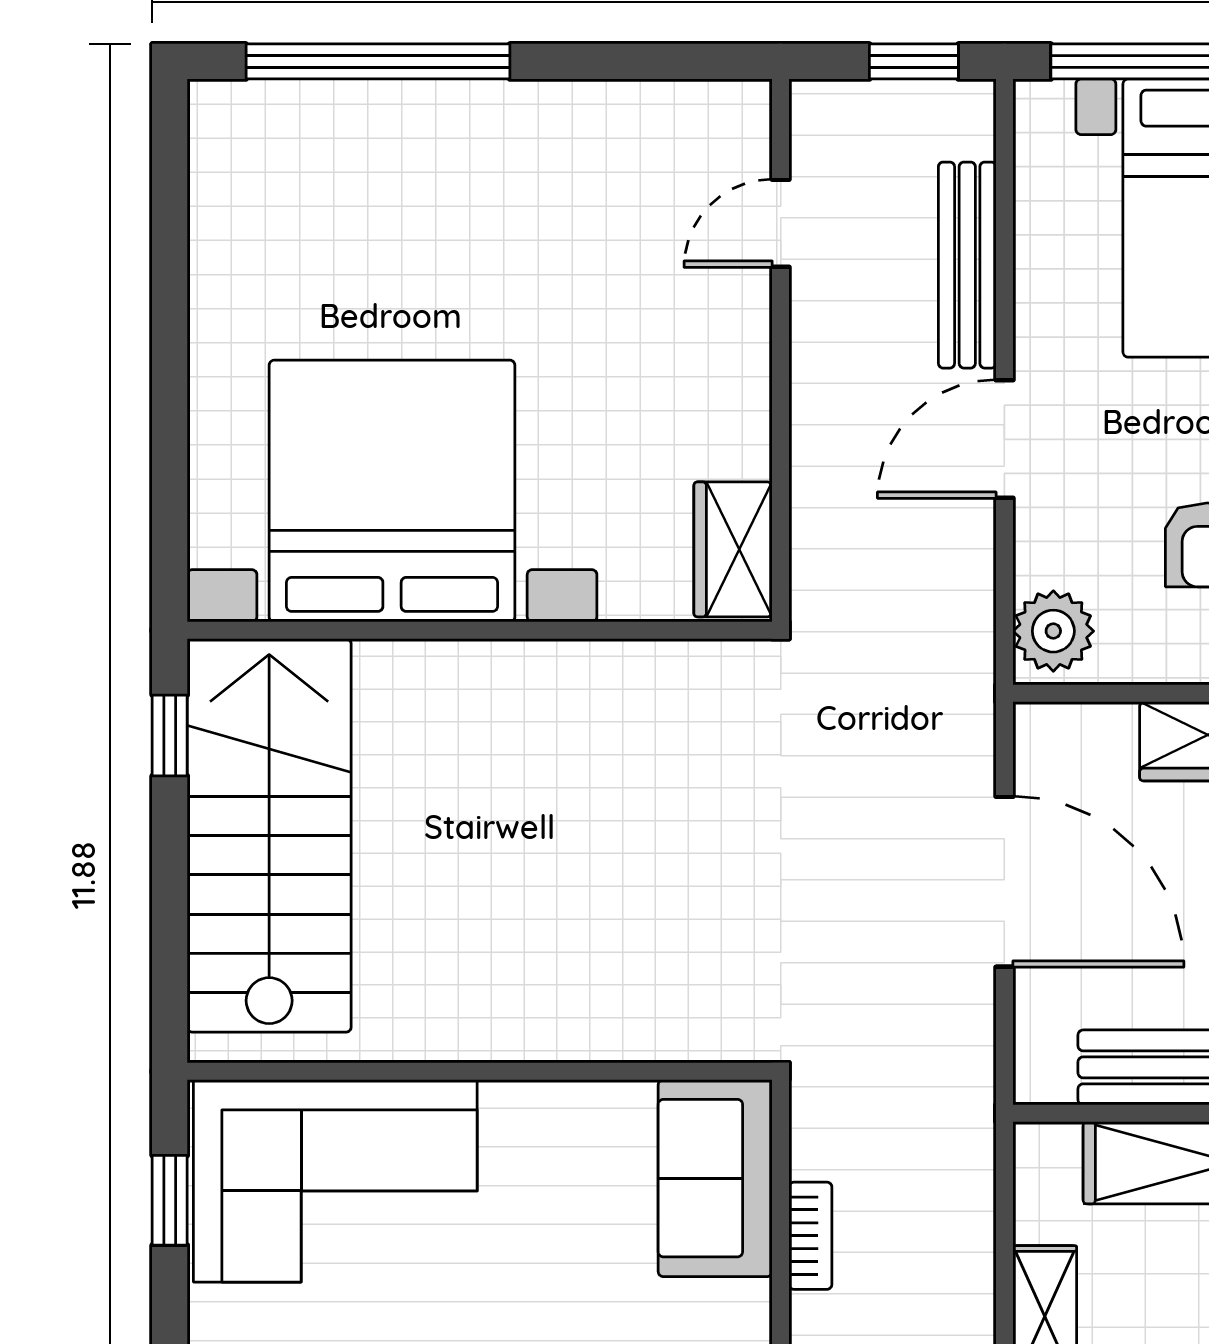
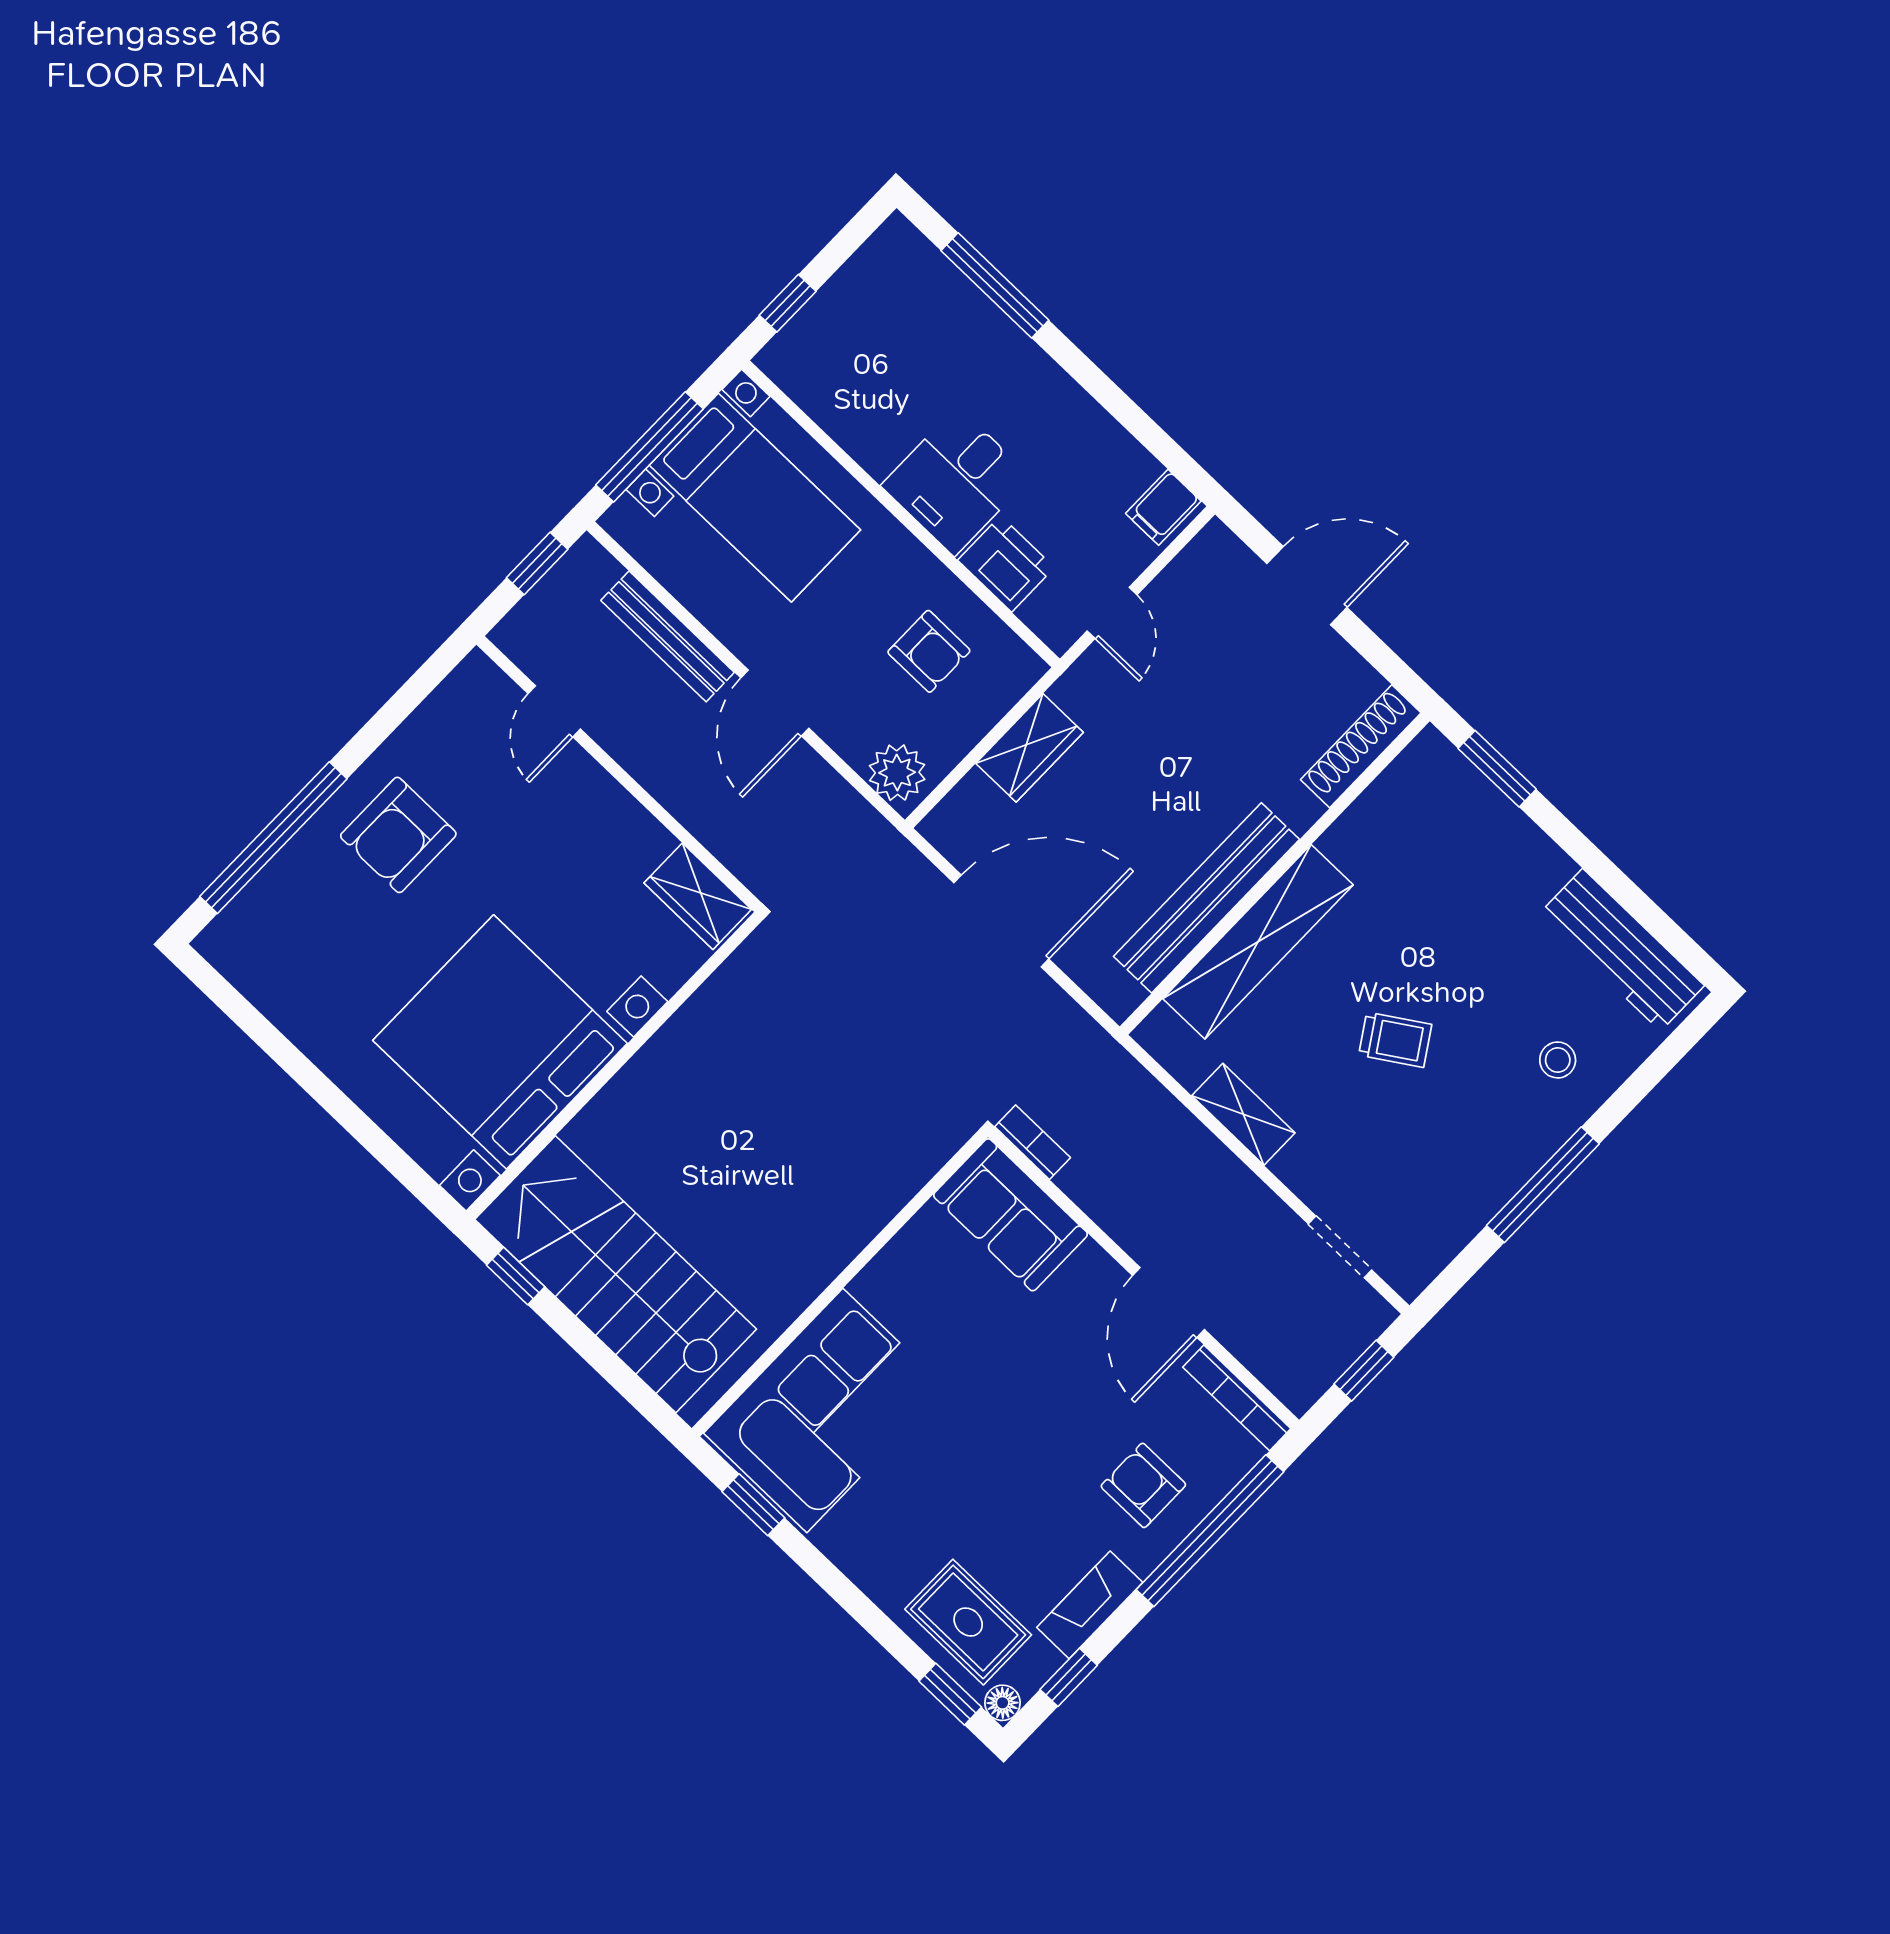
armchair: (503, 186) -> (398, 835), added
bookcase: (810, 1236) -> (1033, 1142), moved

